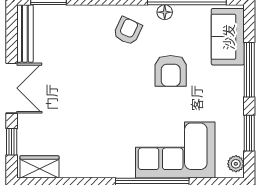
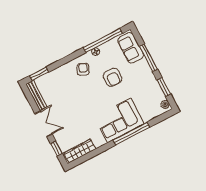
corner sofa: (175, 150) -> (119, 120), moved
wardrobe: (39, 167) -> (80, 151), width x1.50

